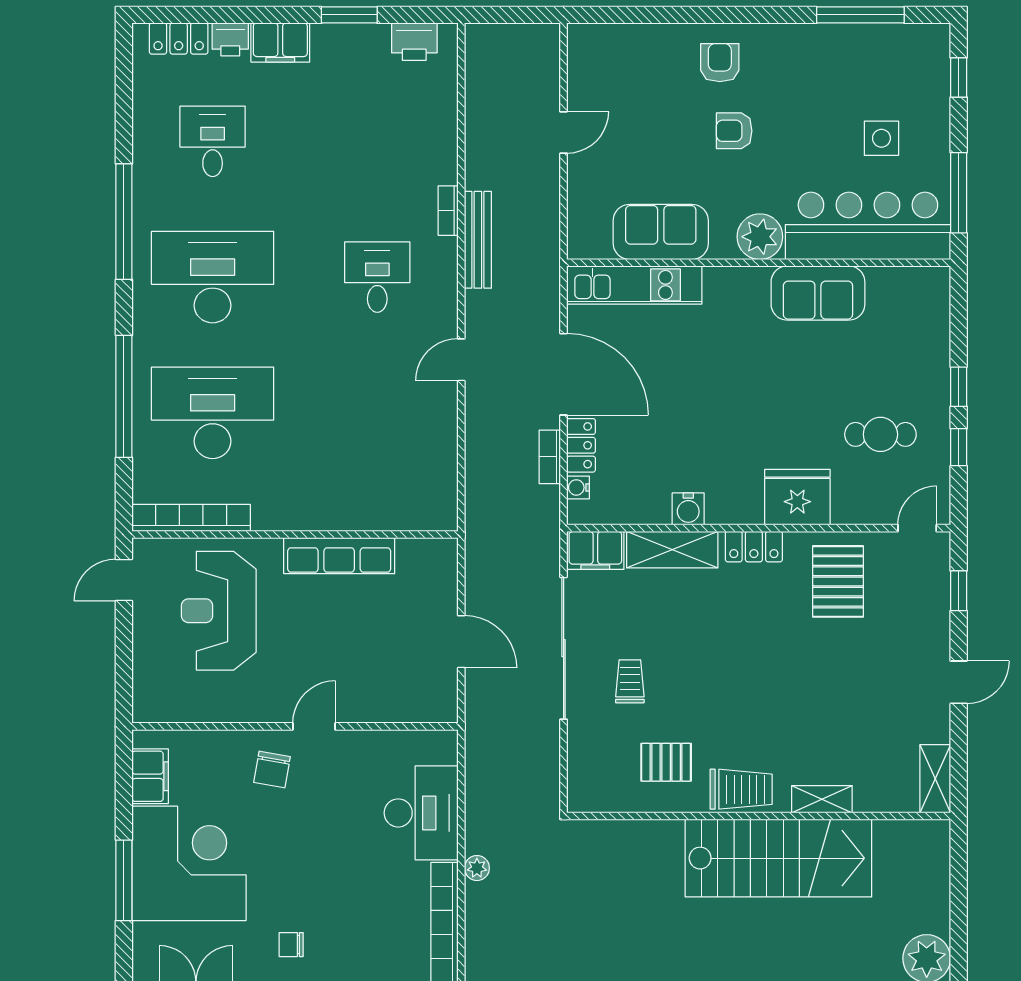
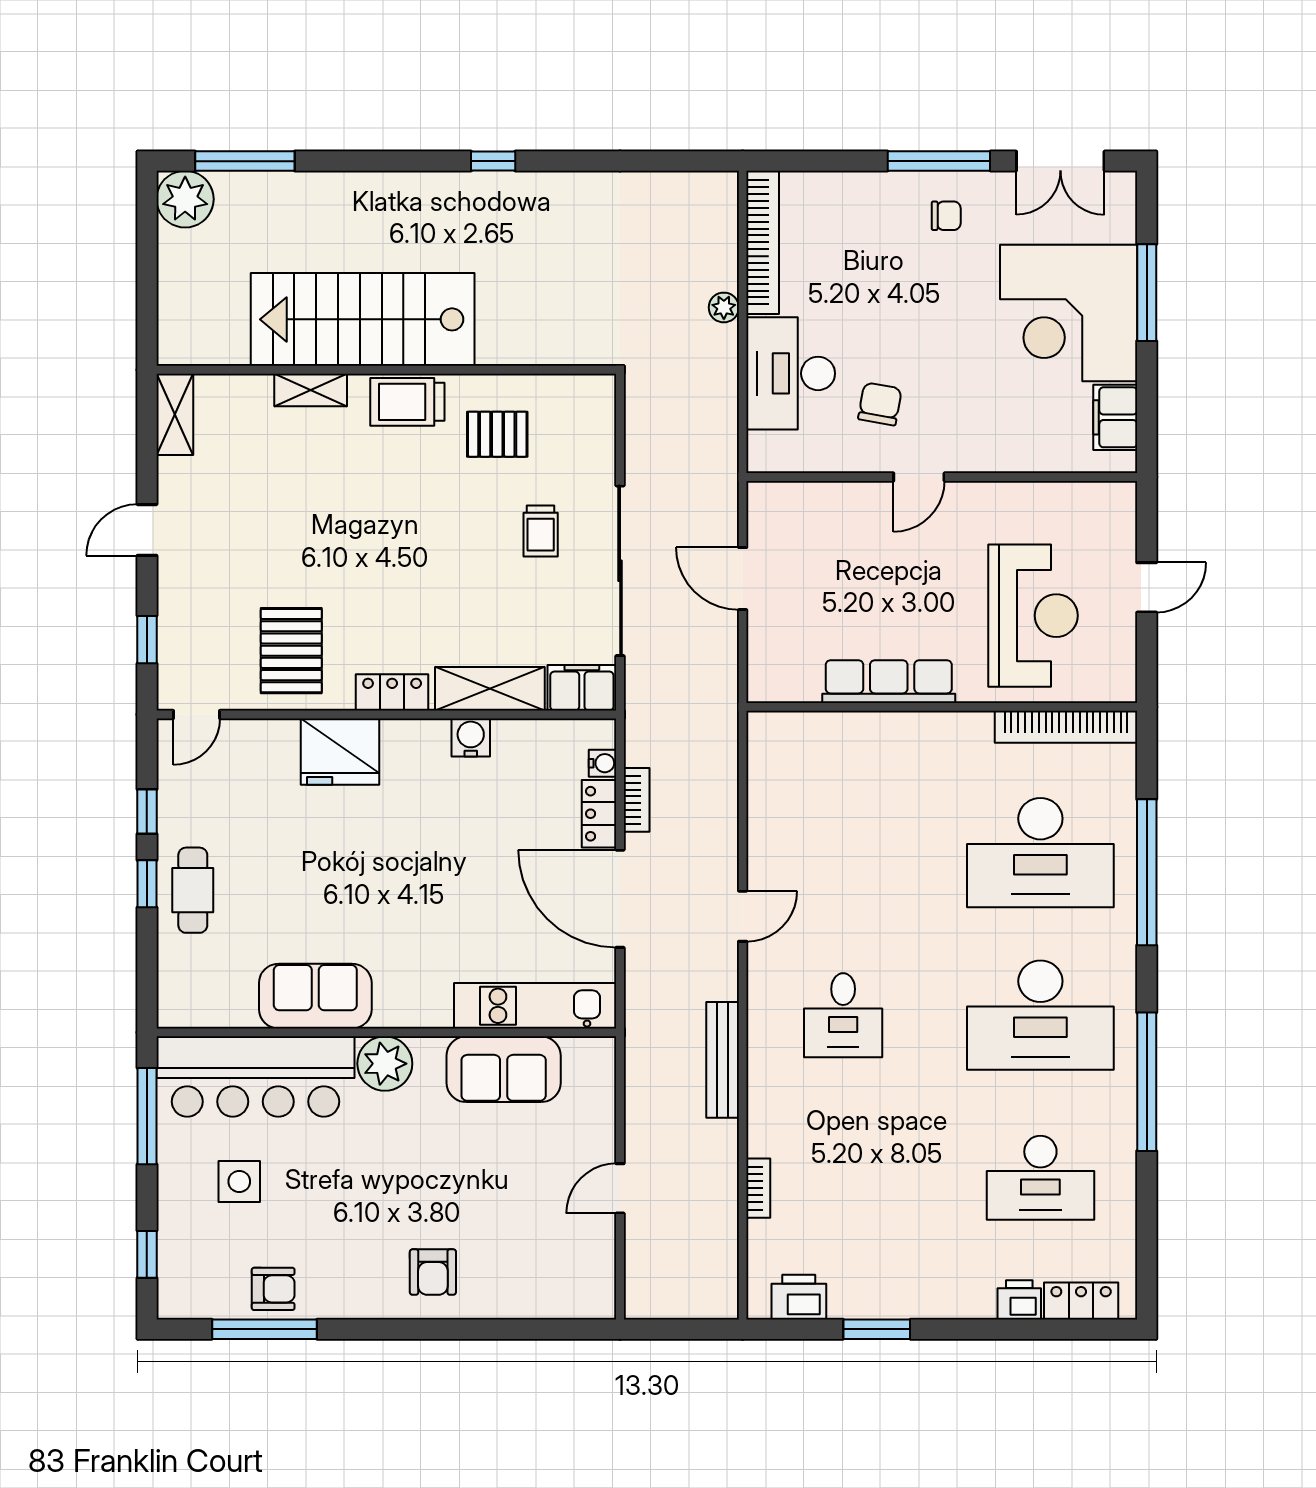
filing cabinet: (280, 42) -> (959, 1296), removed
armchair: (734, 131) -> (273, 1289), moved
desk: (213, 141) -> (1040, 1178), width x1.37
bookcase: (448, 211) -> (758, 1188), moved
cafe table: (880, 434) -> (193, 890), moved, turned 90
door: (124, 580) -> (1147, 587), moved
chair: (272, 770) -> (880, 404), moved

